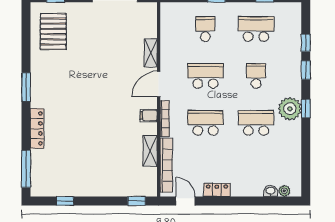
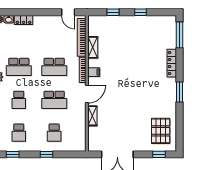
school desk: (256, 29) -> (19, 133), width x0.54
locker: (217, 190) -> (24, 20), moved
window: (65, 201) -> (140, 12), moved
window: (137, 201) -> (113, 12), moved

